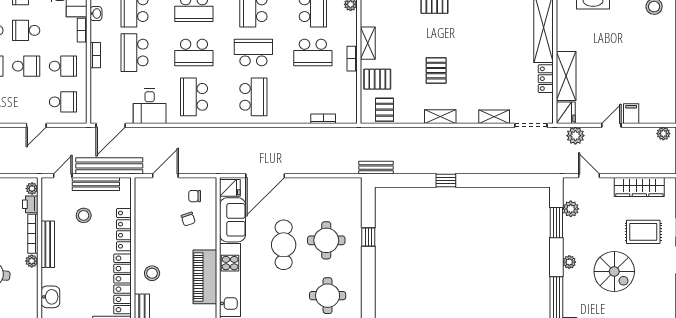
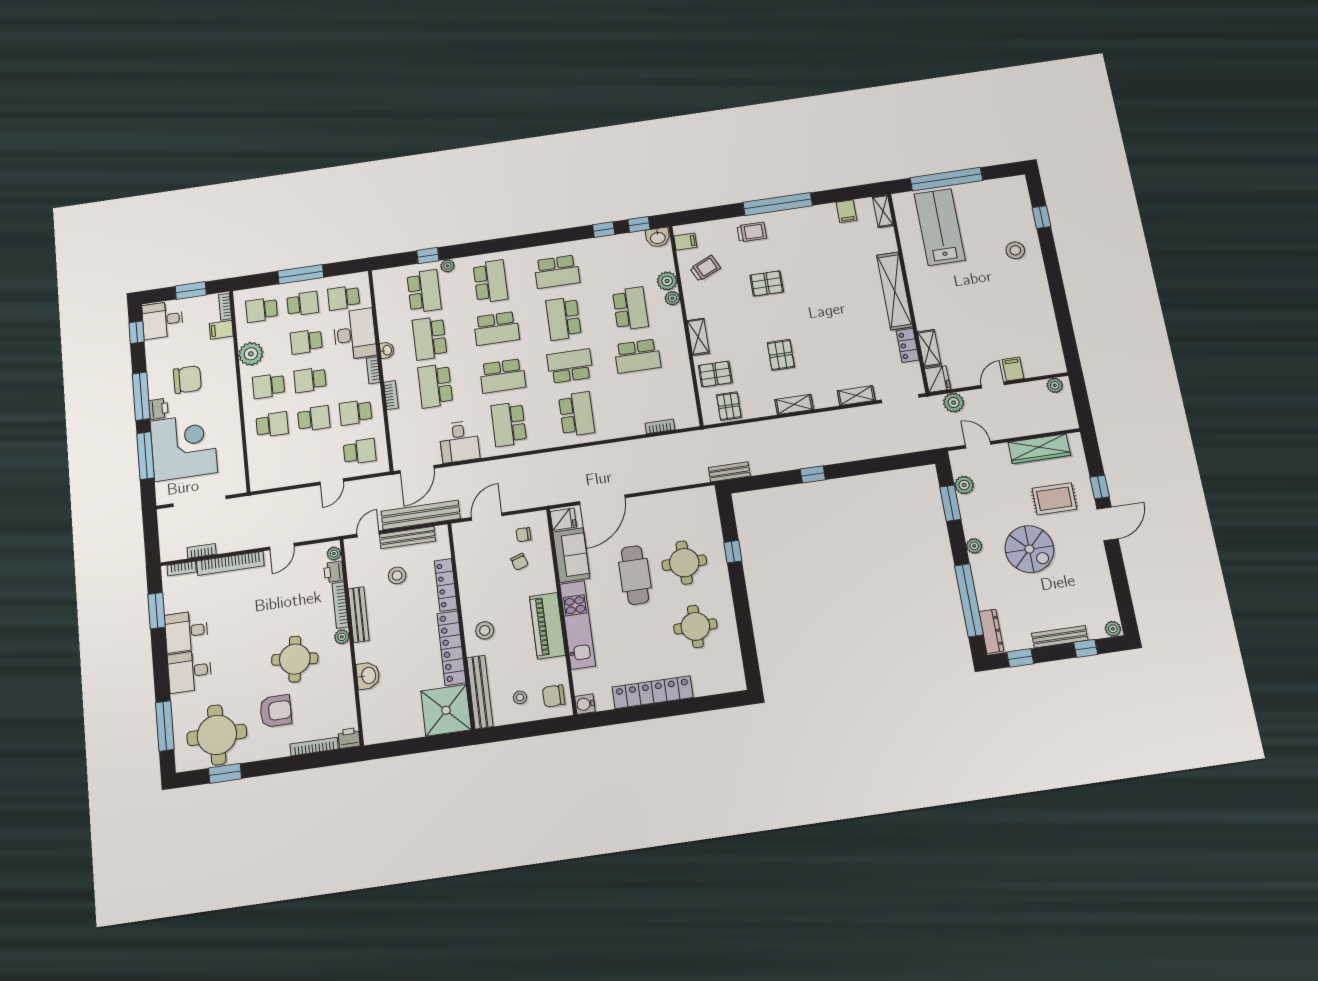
bookcase: (352, 59) -> (683, 356), removed
school desk: (63, 66) -> (356, 412), turned 180
shelving: (566, 76) -> (929, 348), width x0.67, depth x0.75

